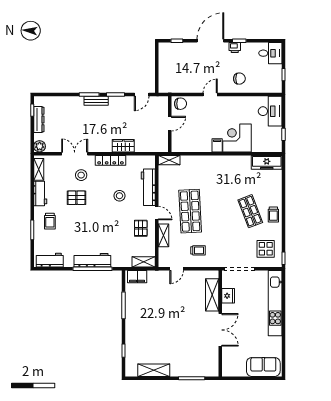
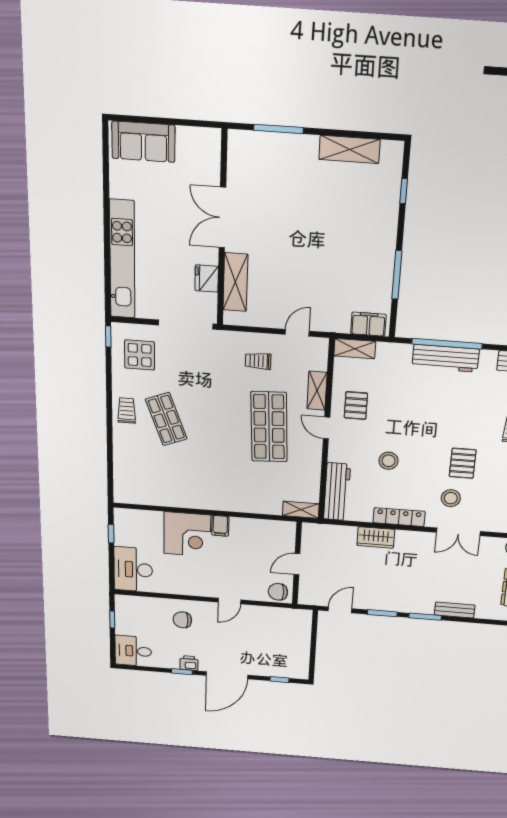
bench: (96, 101) -> (455, 610), moved
freezer: (267, 162) -> (138, 494), removed
workbench: (148, 187) -> (337, 492), moved
pallet: (76, 198) -> (463, 463), turned 90

